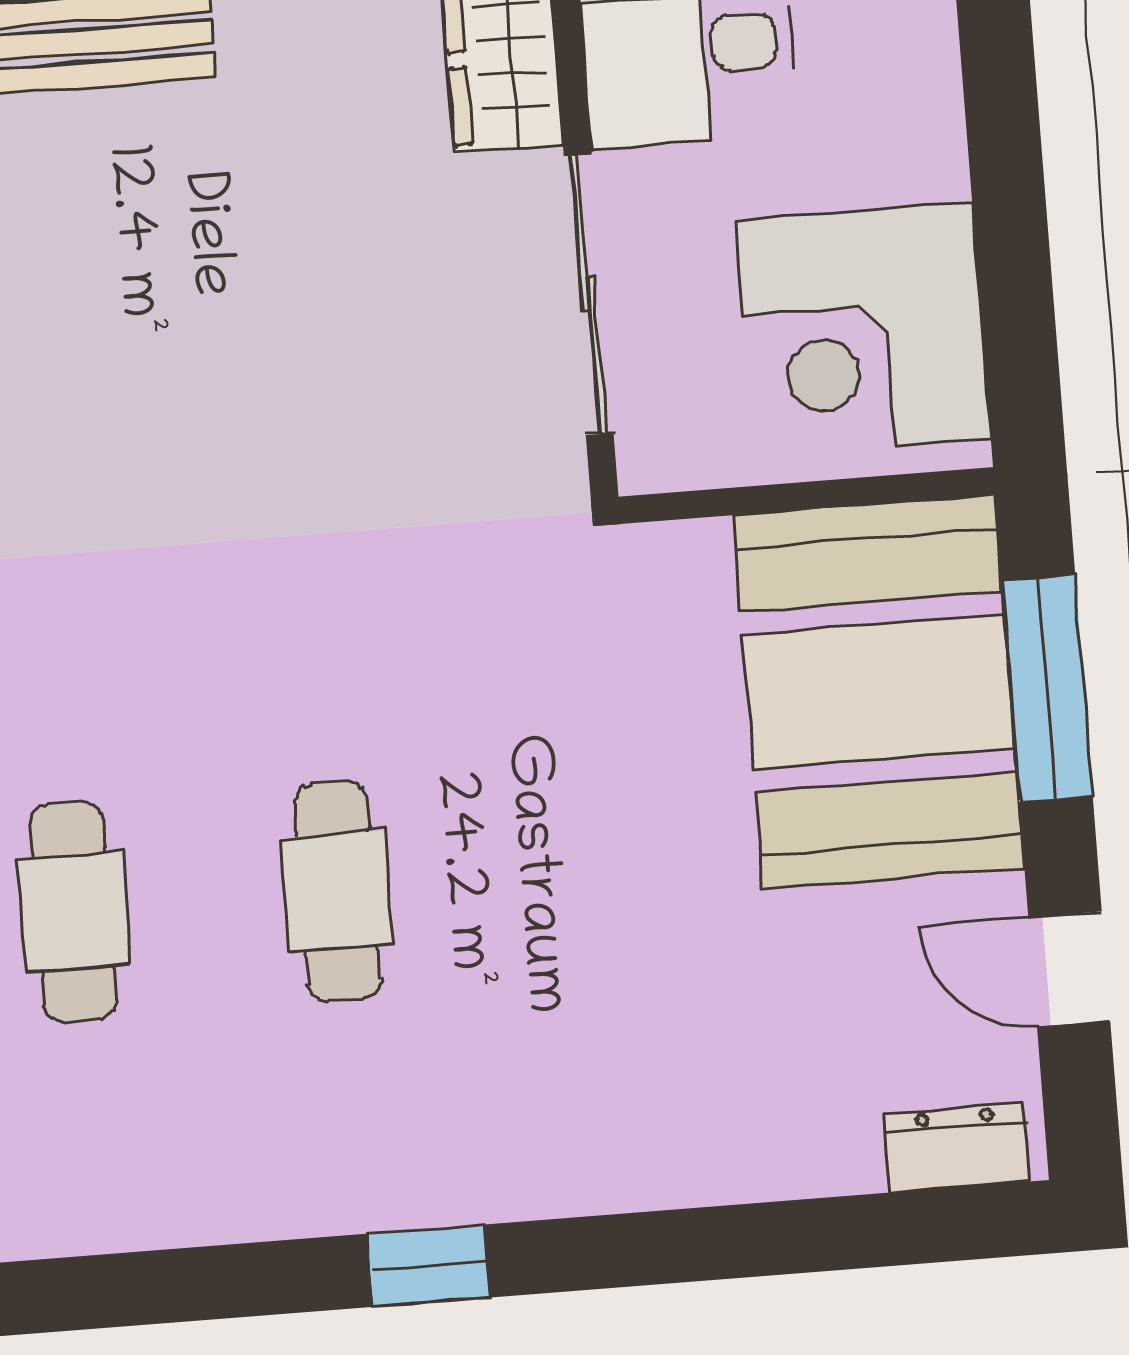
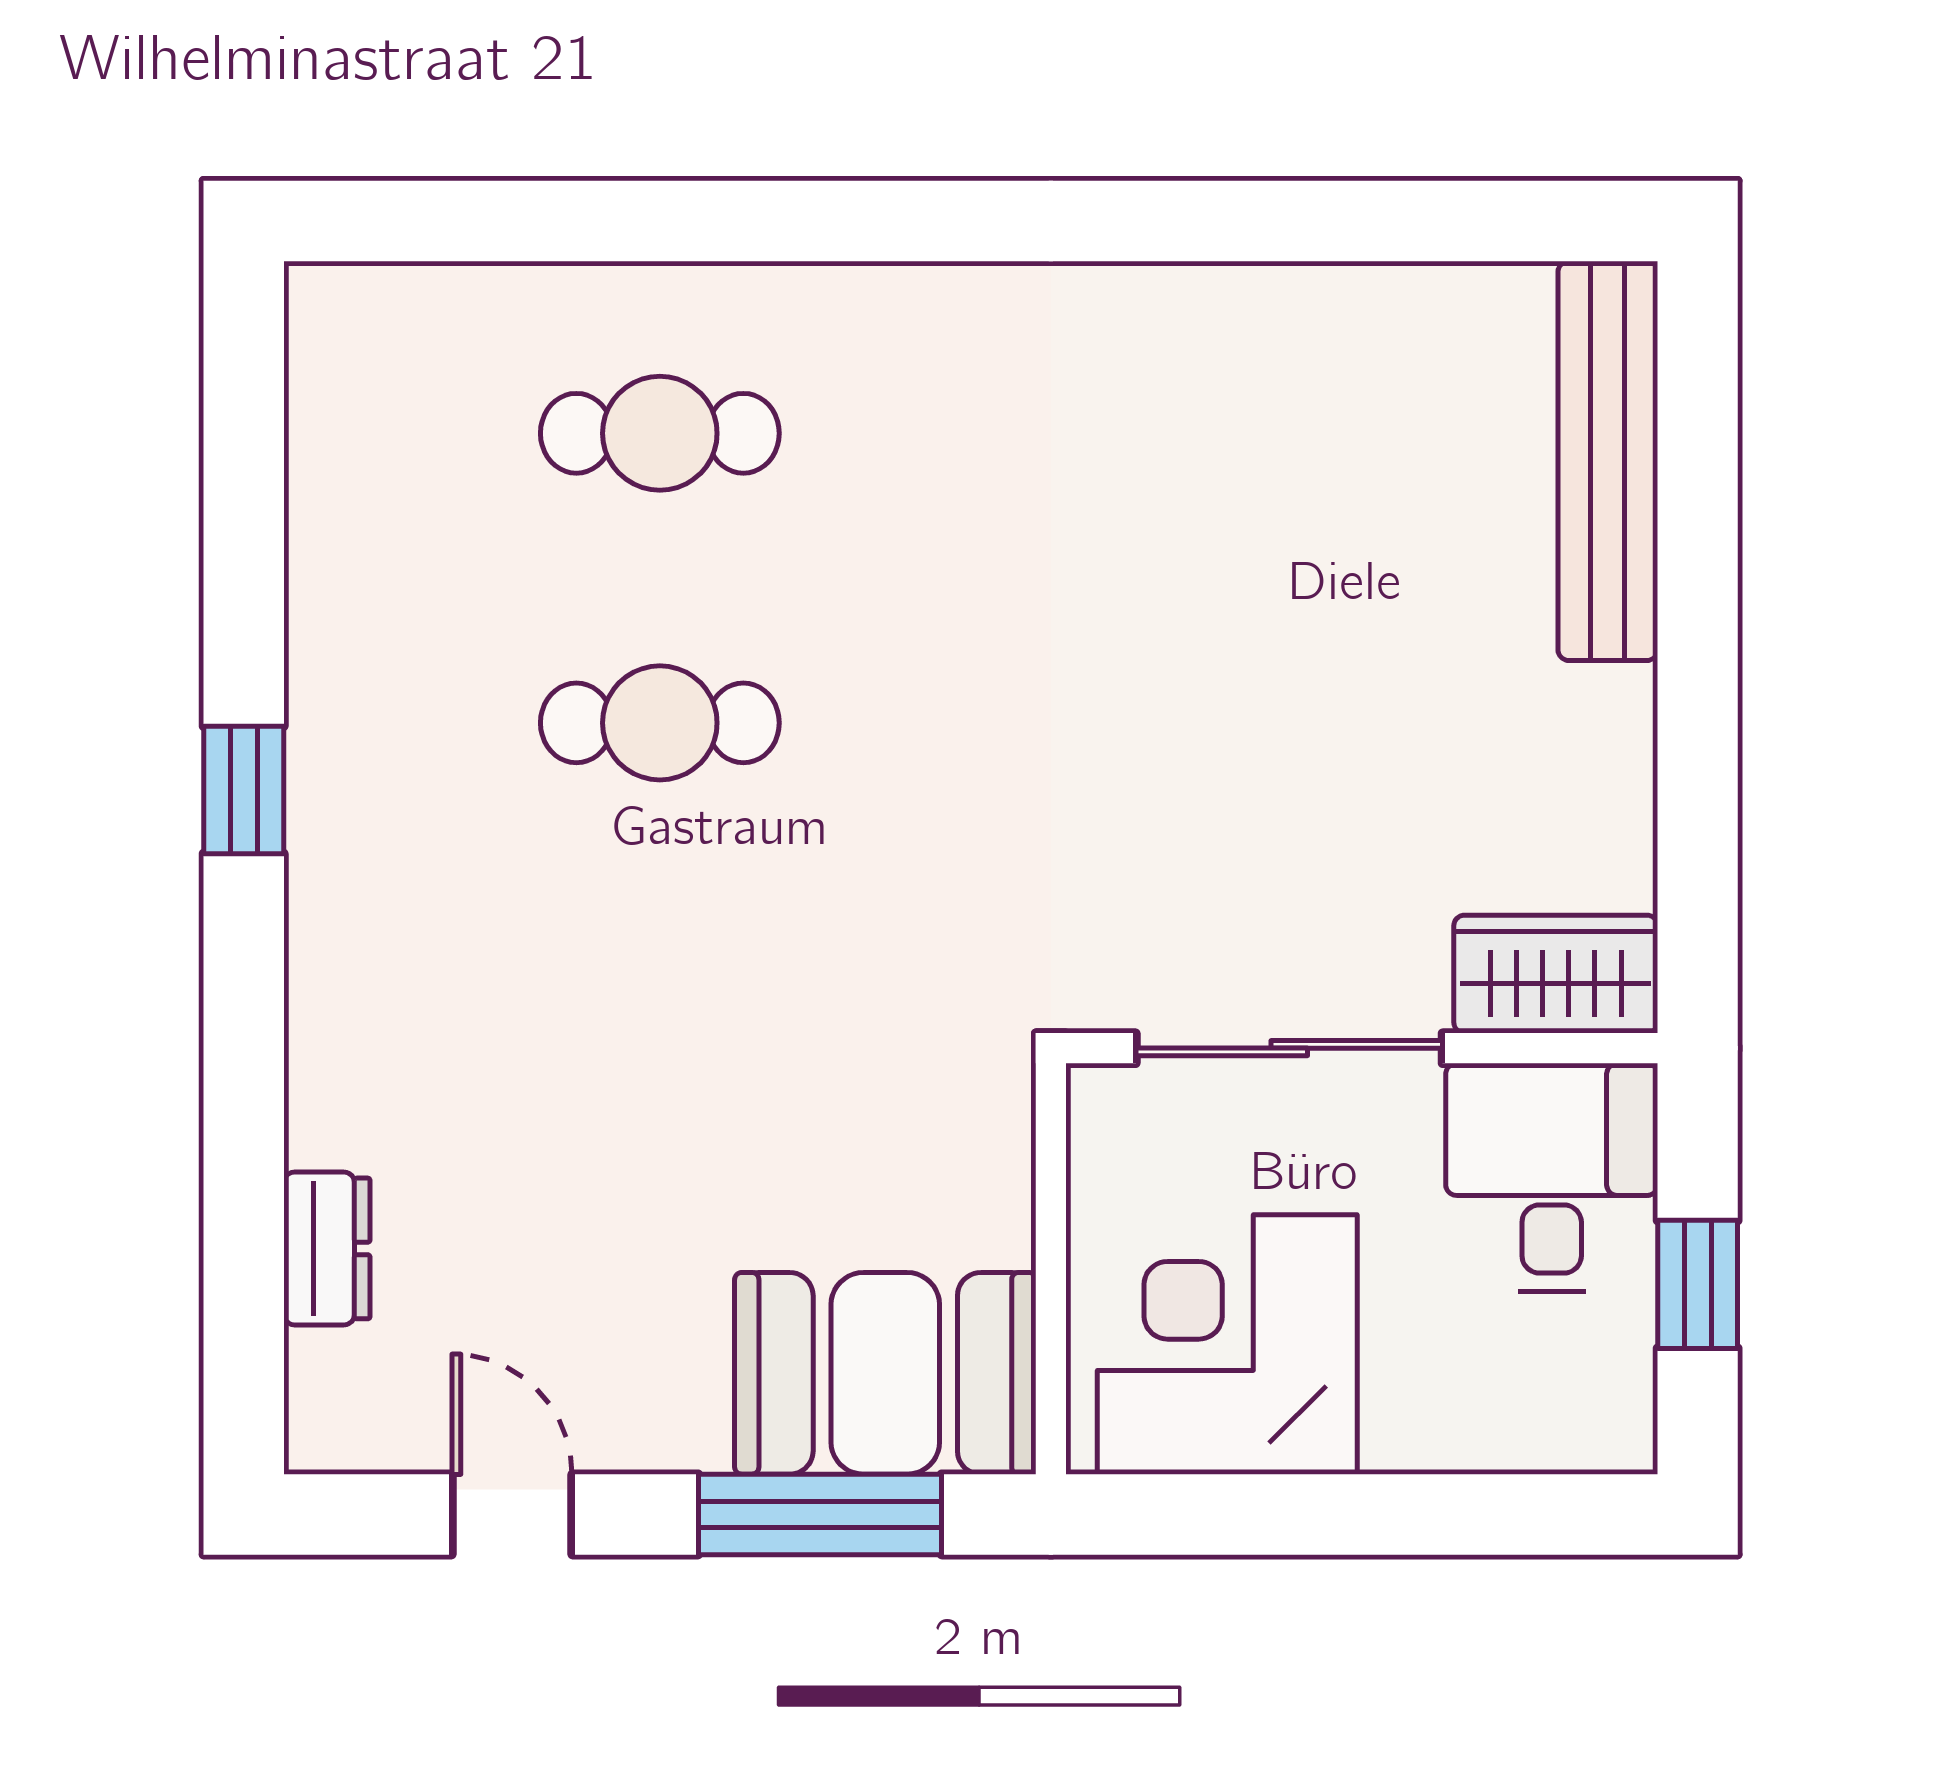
booth: (879, 692) -> (885, 1373), width x0.73, depth x0.70
door: (1069, 969) -> (512, 1514), hinge flipped
dresser: (956, 1148) -> (327, 1248), moved

